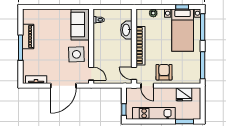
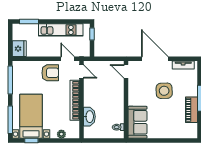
side table: (76, 54) -> (164, 91), moved
armchair: (164, 72) -> (50, 73), turned -90
door: (63, 86) -> (155, 59), hinge flipped
fridge: (184, 94) -> (19, 49), moved, turned 90

